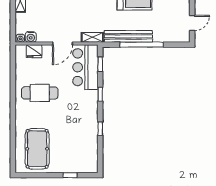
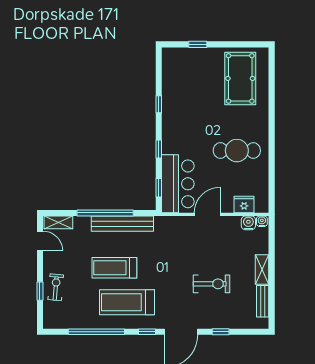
door: (192, 23) -> (40, 241), swing flipped
shelving: (92, 37) -> (58, 222), moved

